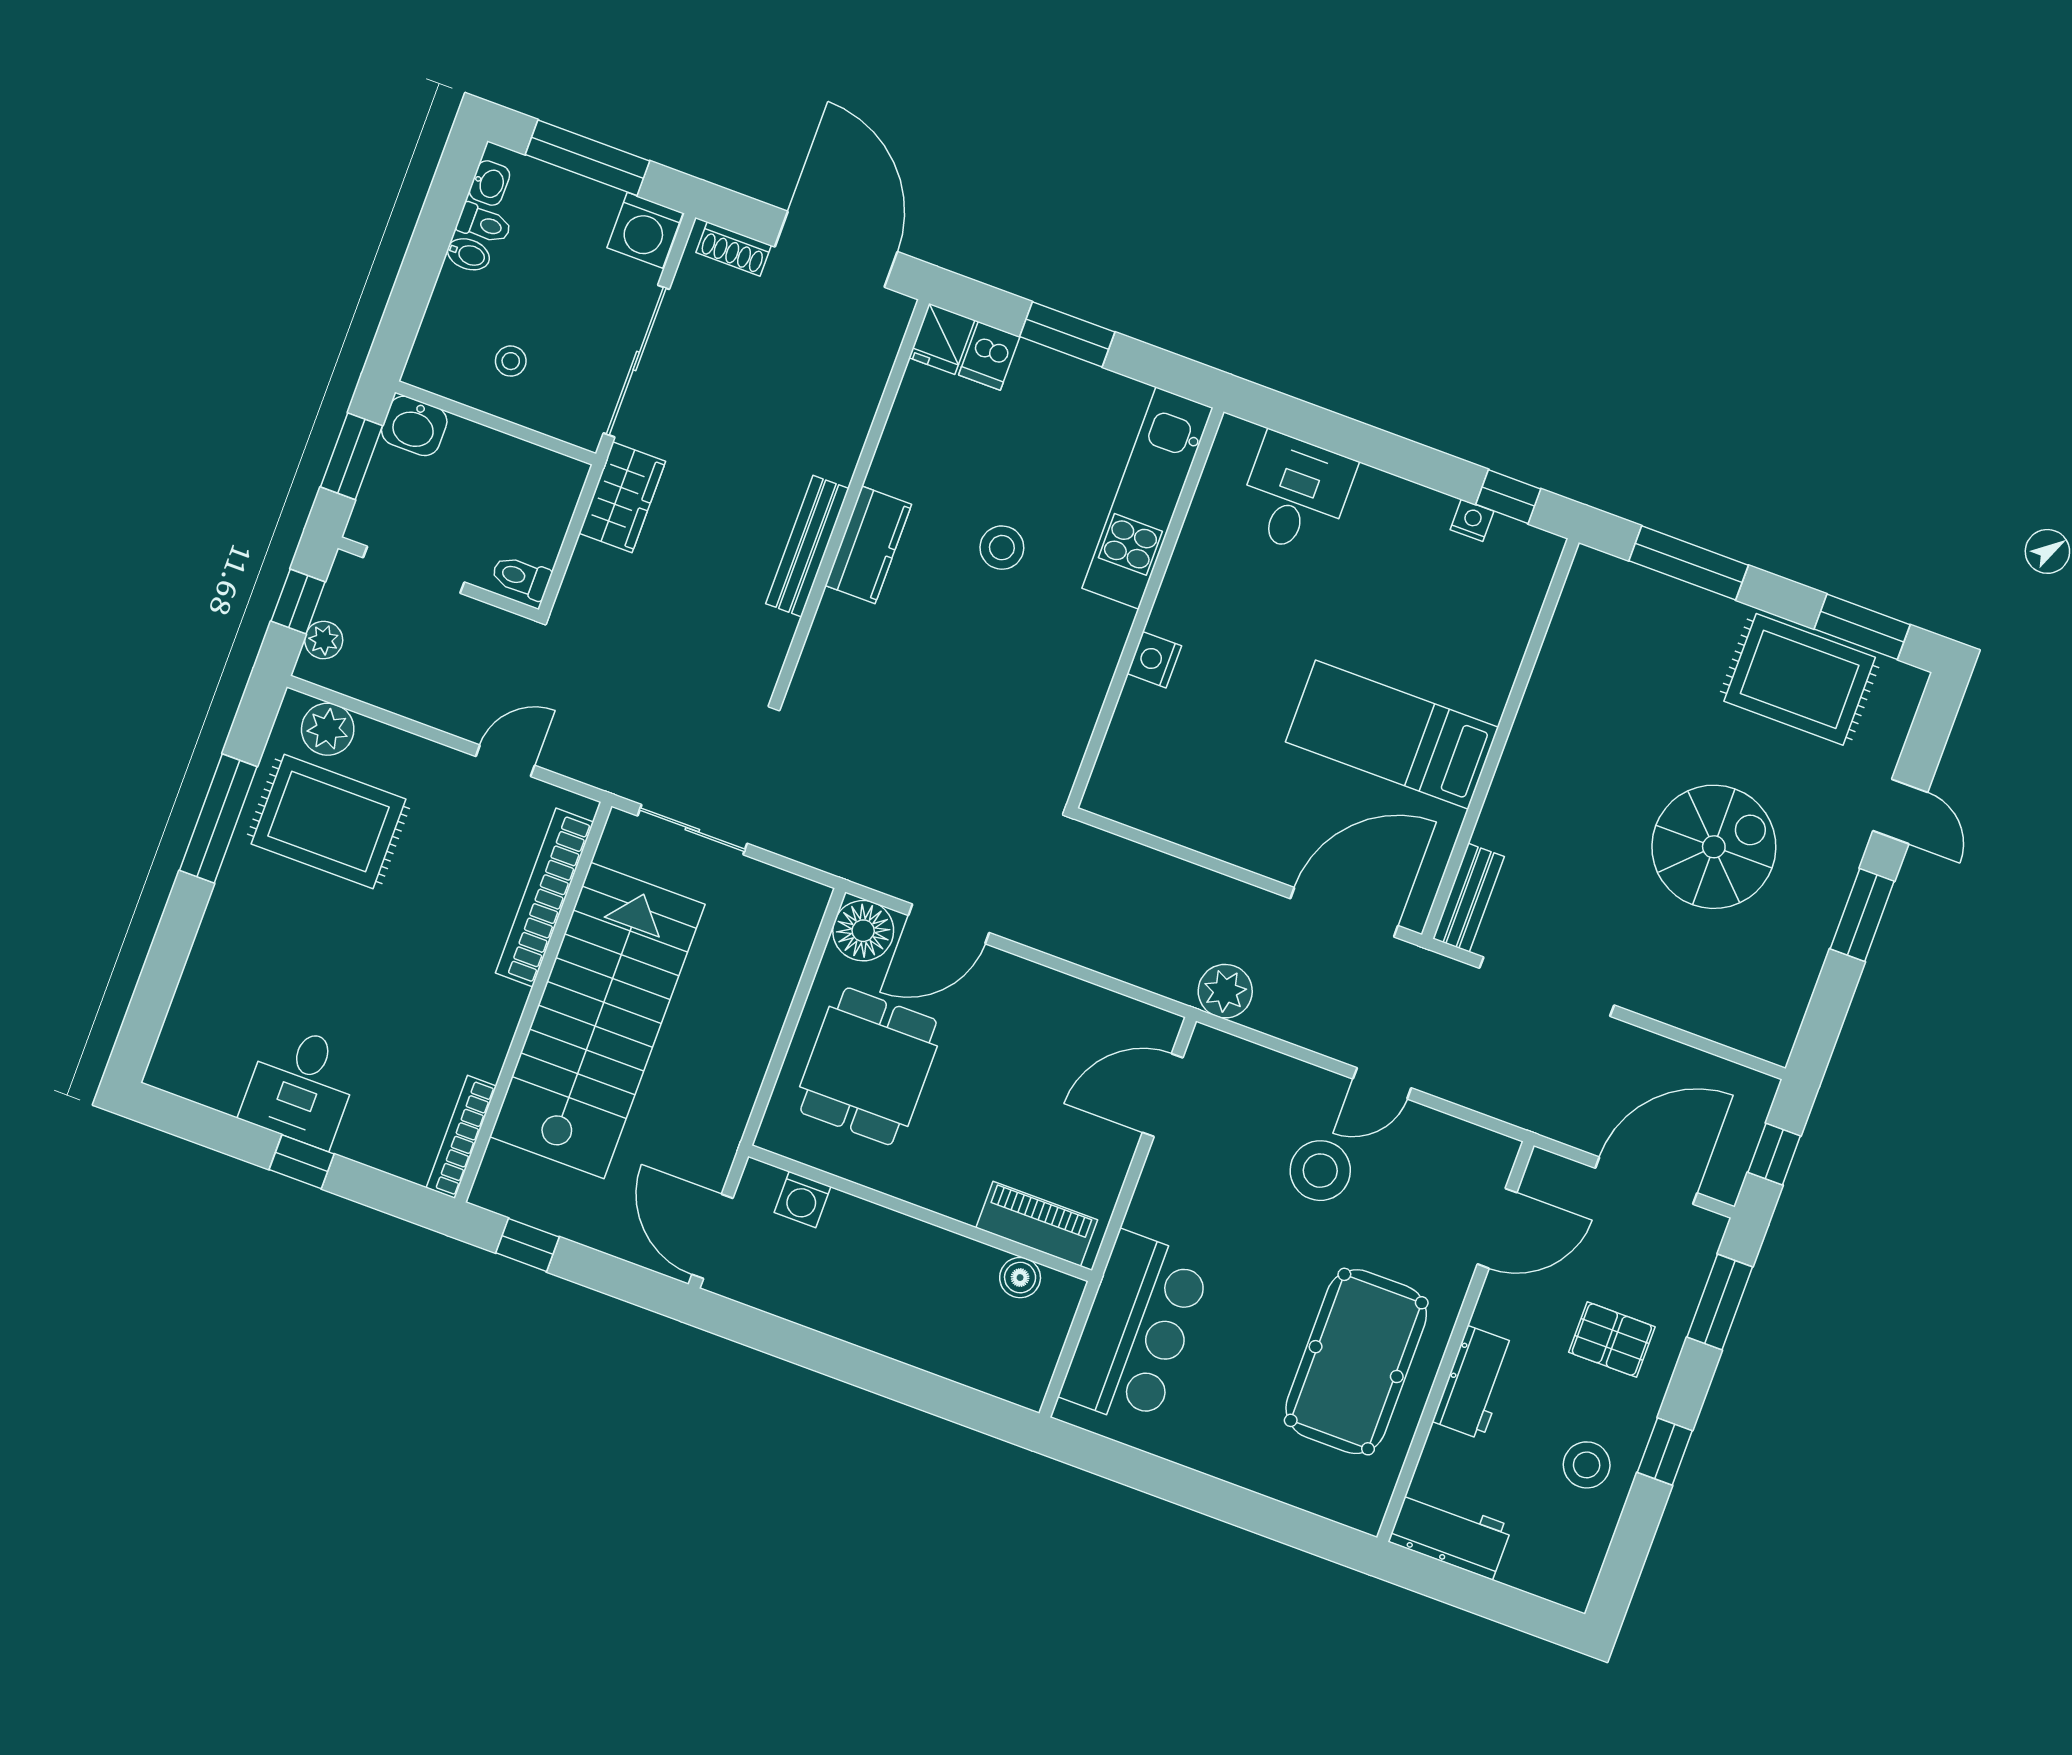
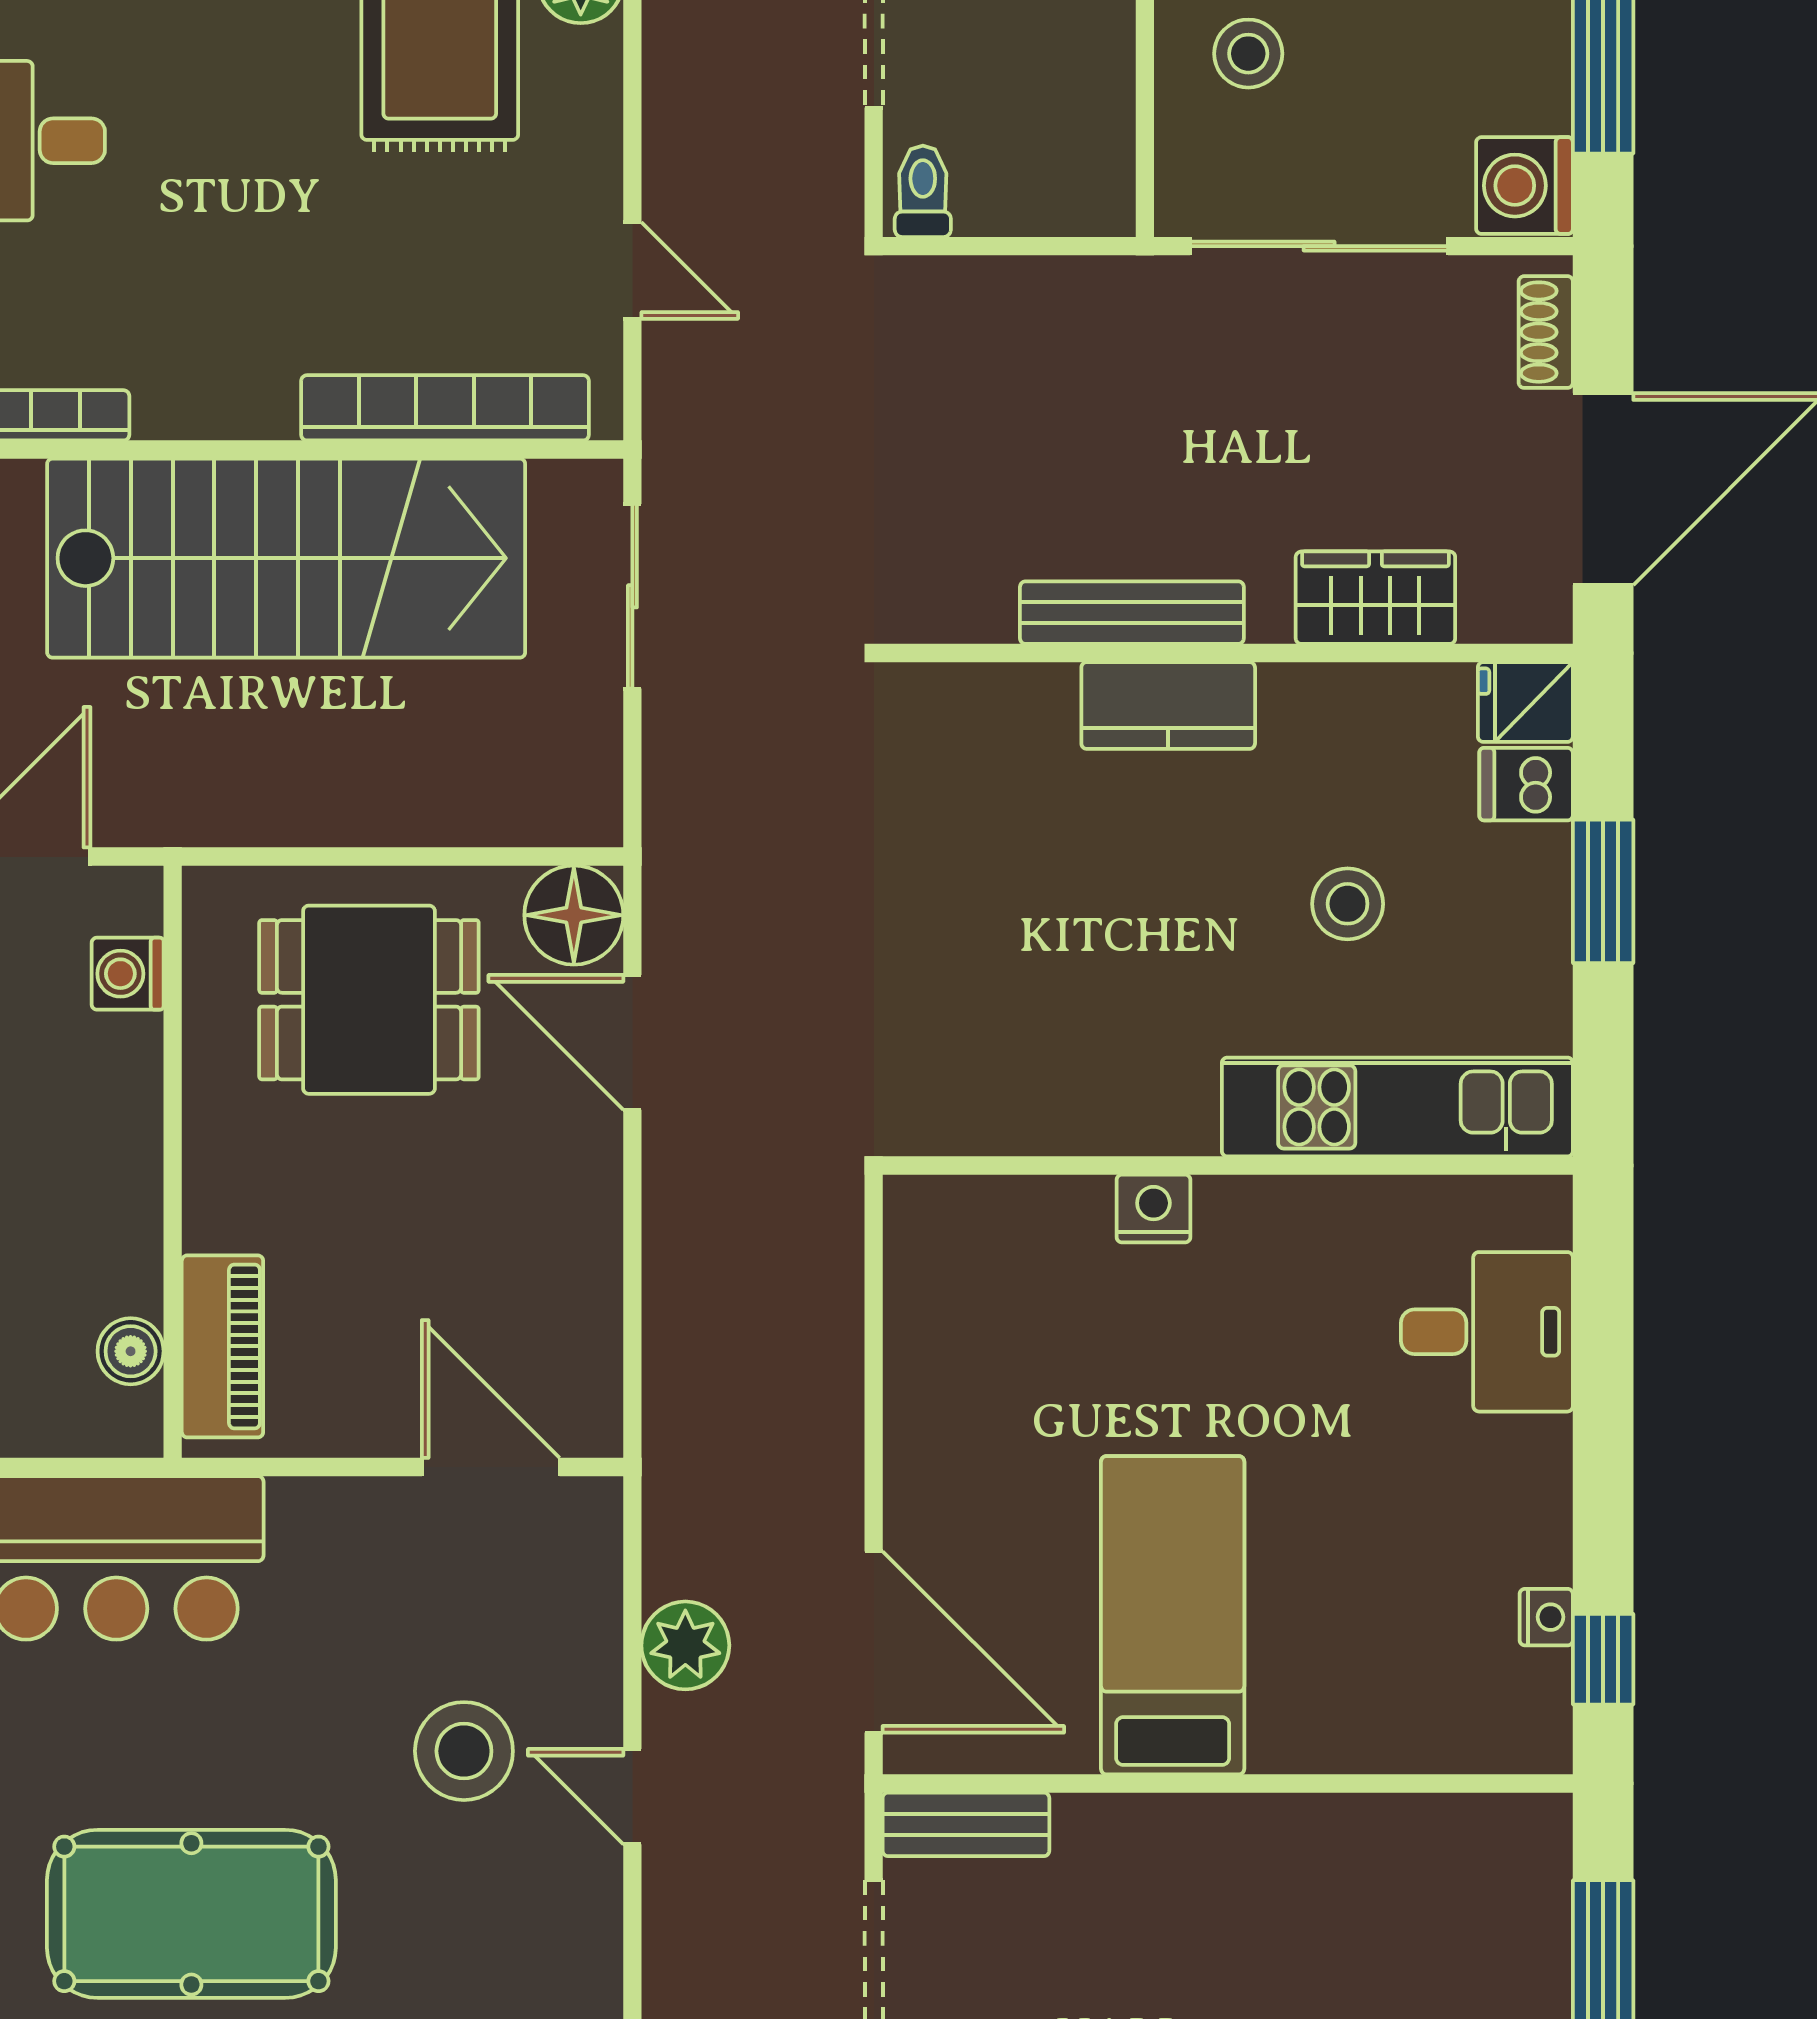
stool: (511, 361) -> (1248, 54), width x1.37, depth x1.37
wardrobe: (622, 497) -> (1375, 598), moved, turned 180
stool: (1002, 548) -> (1348, 904), moved
plant: (1225, 991) -> (685, 1645), moved

